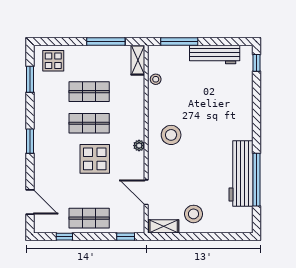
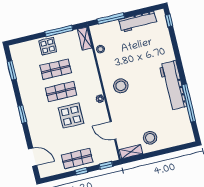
display table: (53, 61) -> (48, 46), moved
workbench: (241, 173) -> (173, 85), moved
window: (64, 237) -> (81, 171), moved

